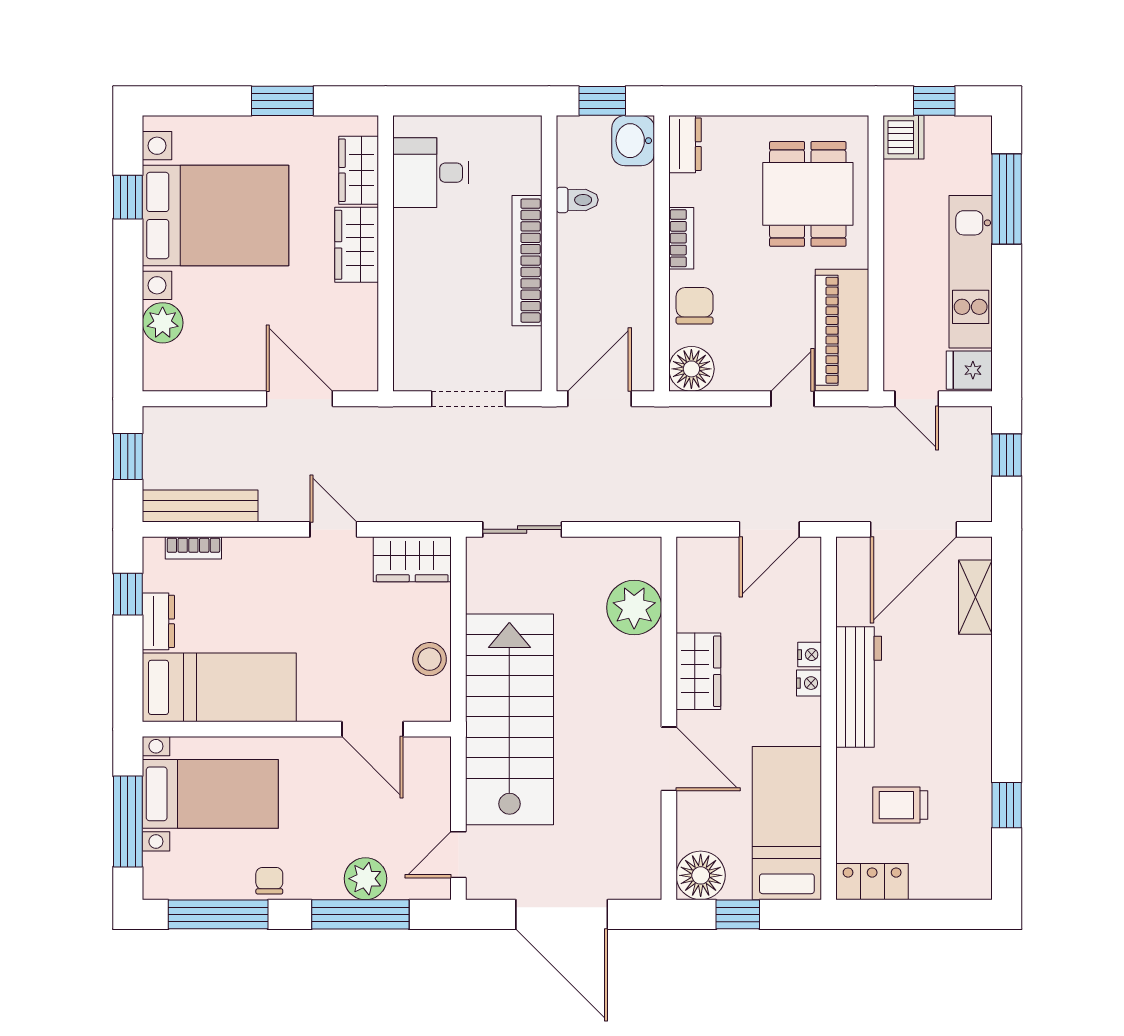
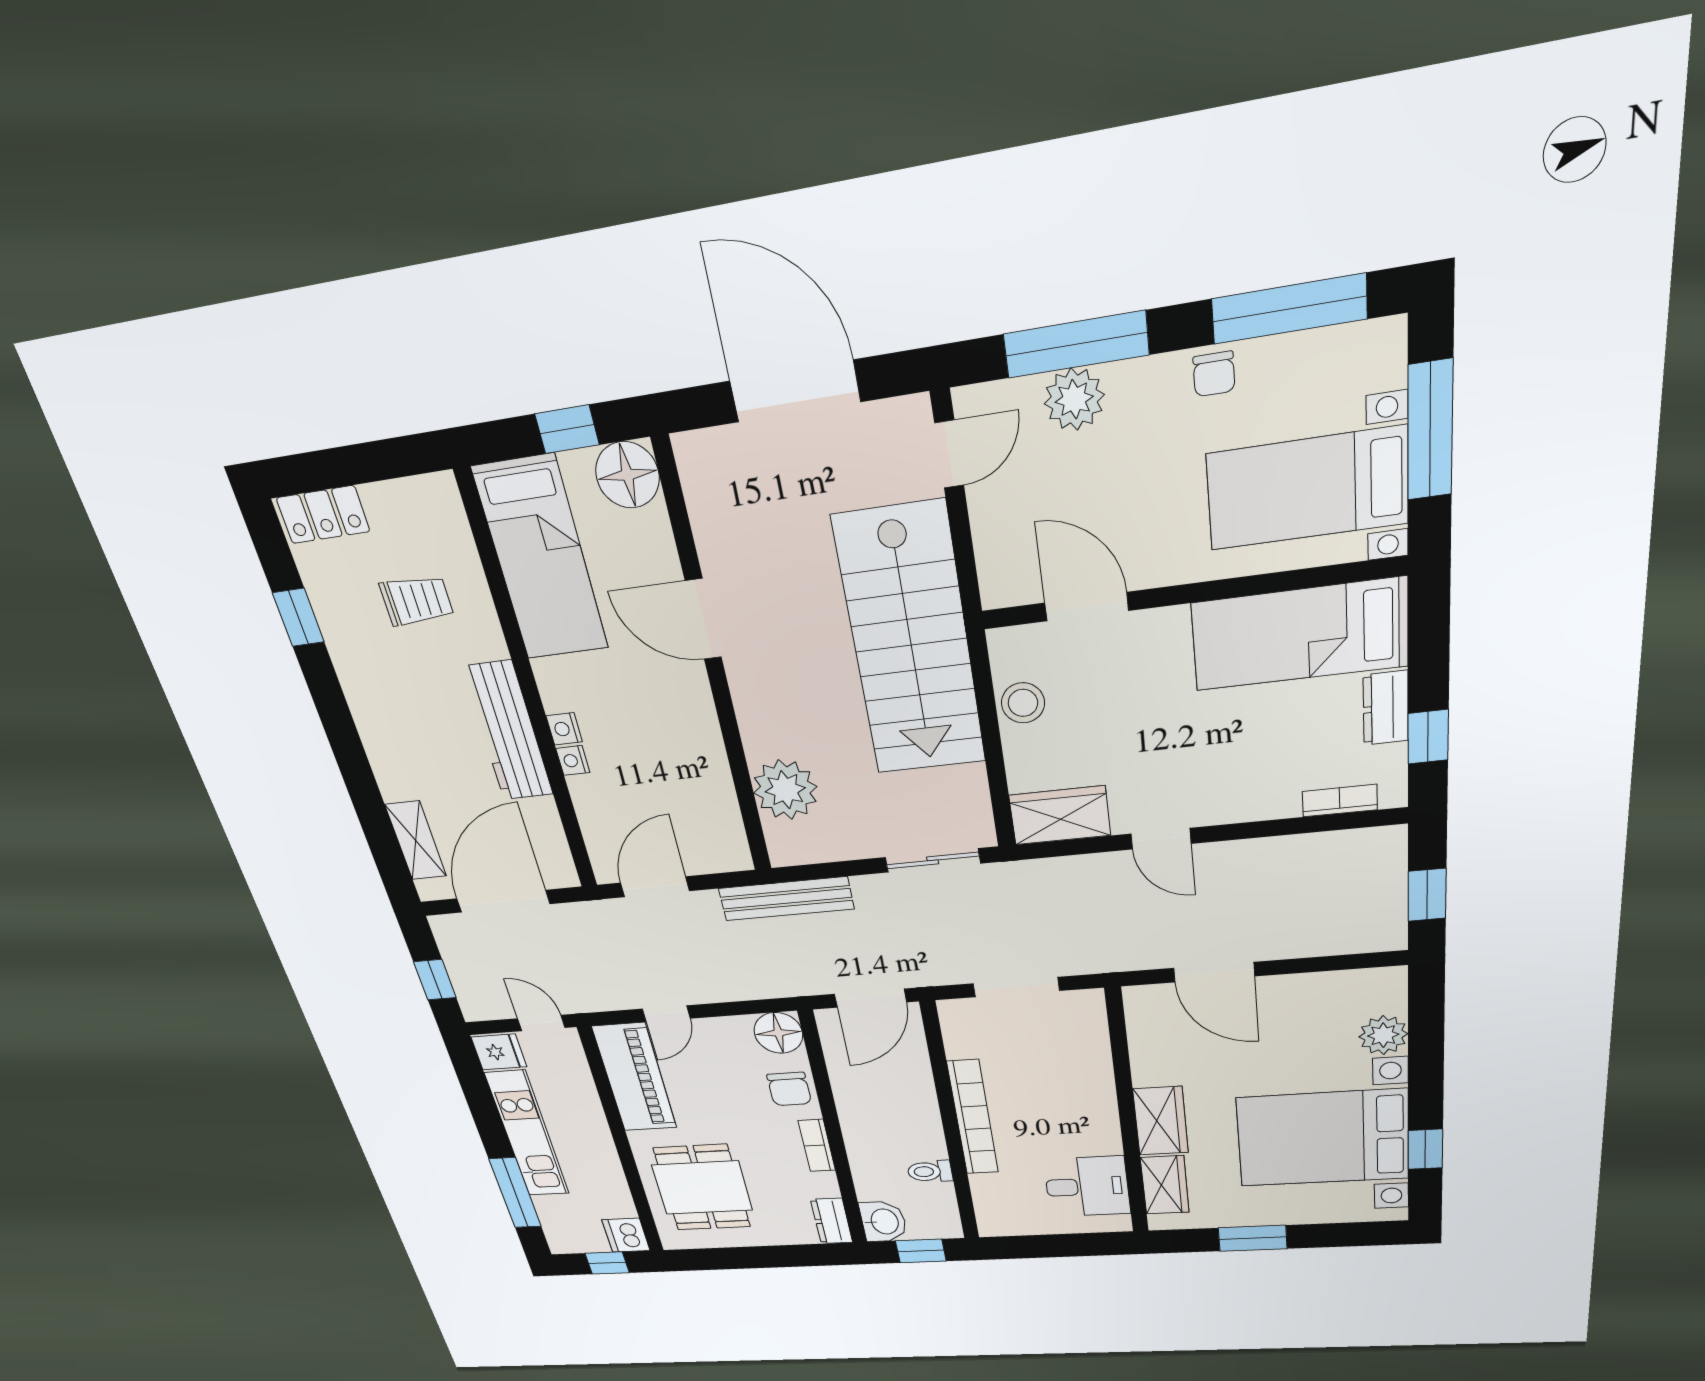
bench: (200, 506) -> (786, 899), moved
wardrobe: (698, 671) -> (694, 727), removed
locker: (872, 882) -> (323, 515), moved

